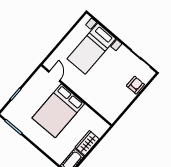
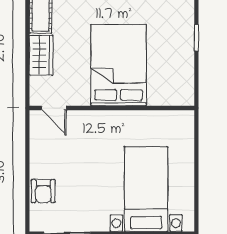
door: (54, 76) -> (54, 108), moved

